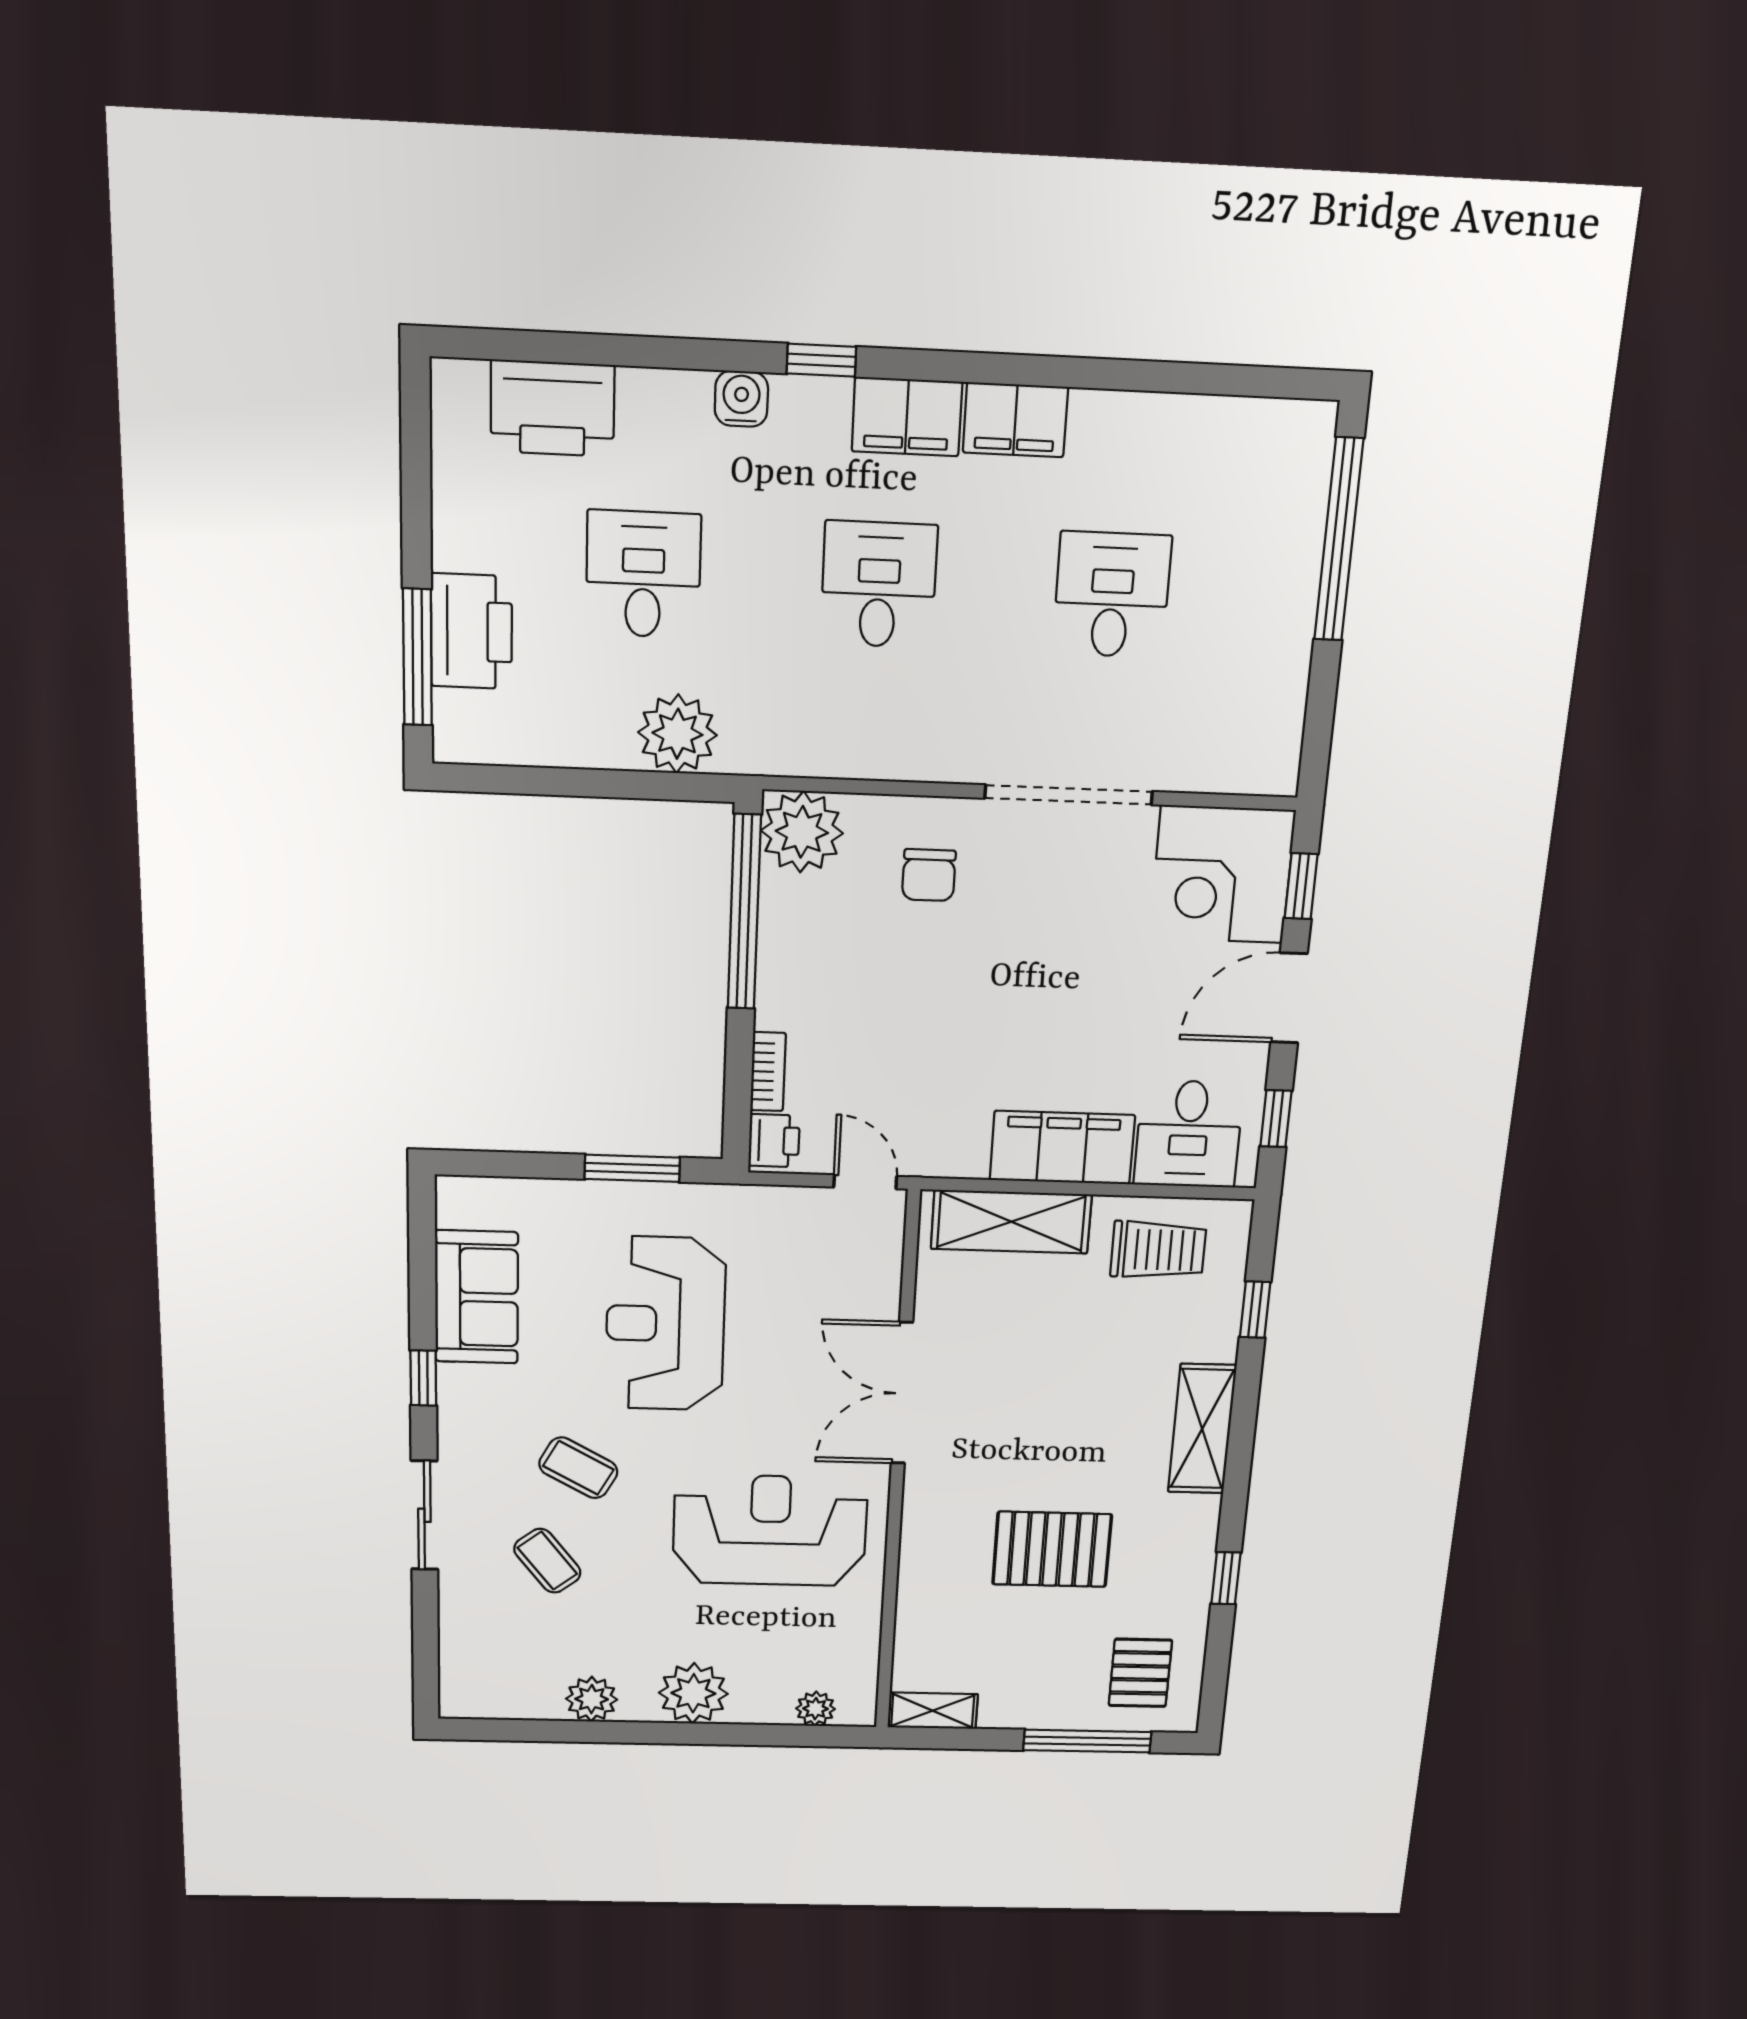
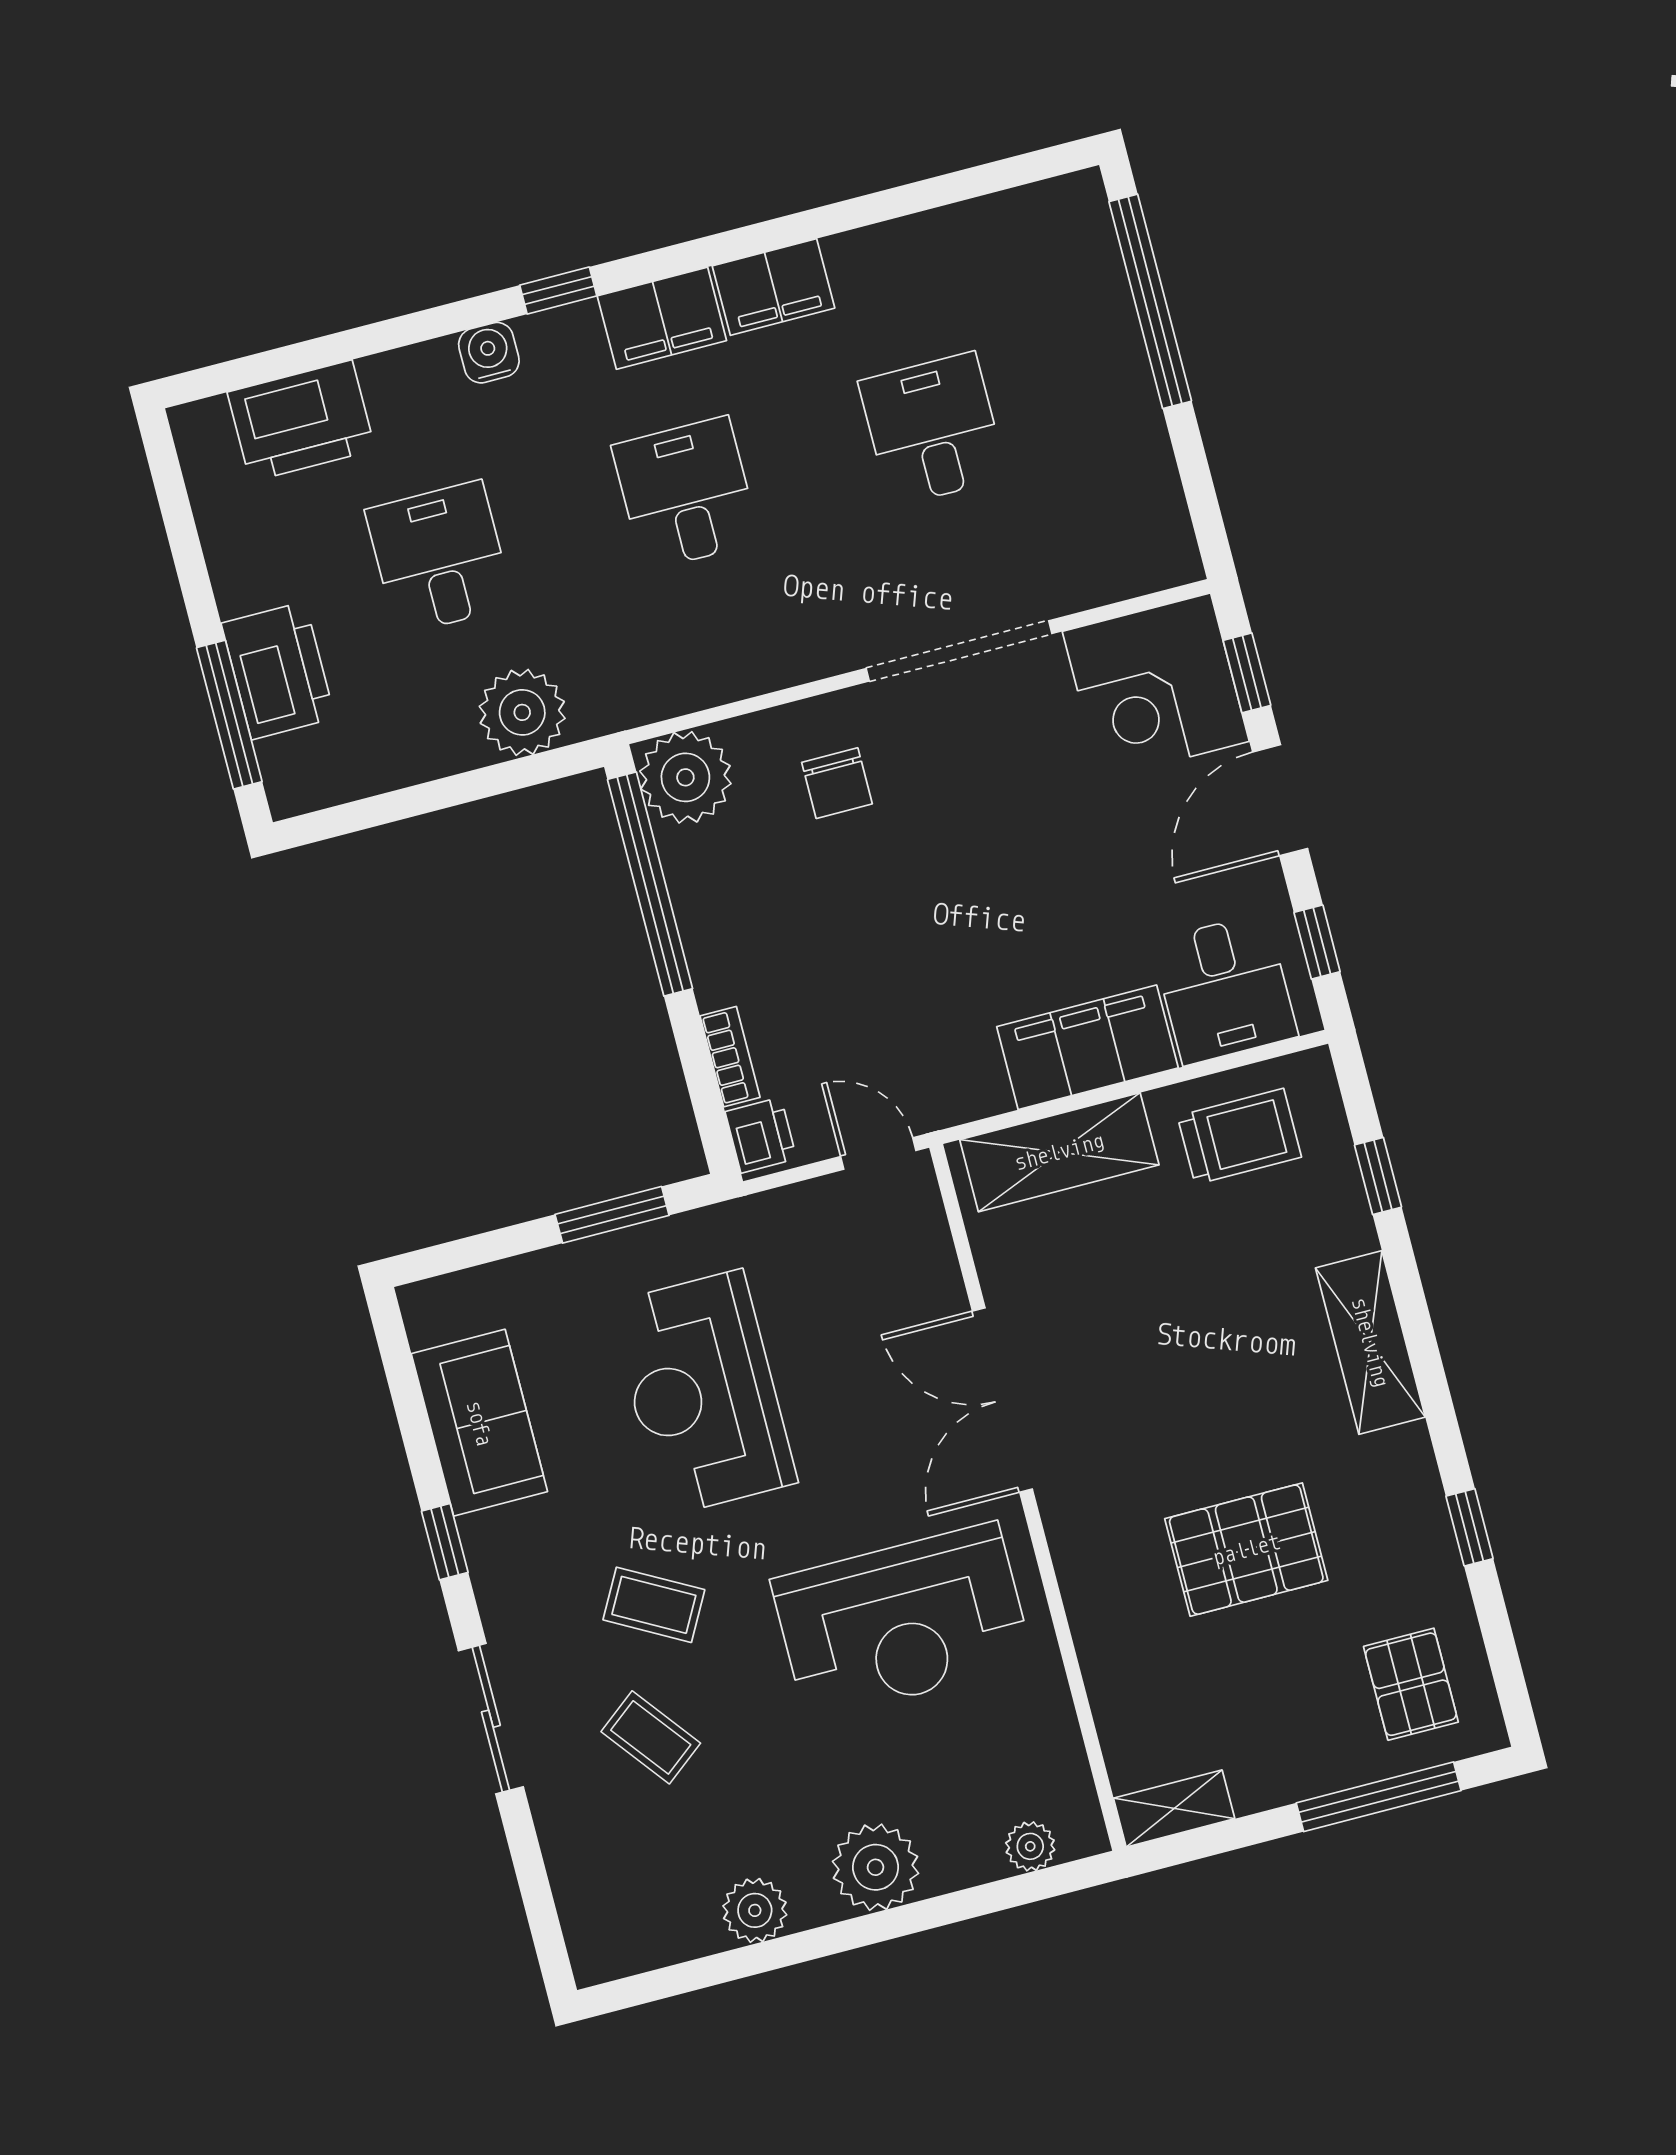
reception desk: (770, 1530) -> (902, 1622), turned 180

